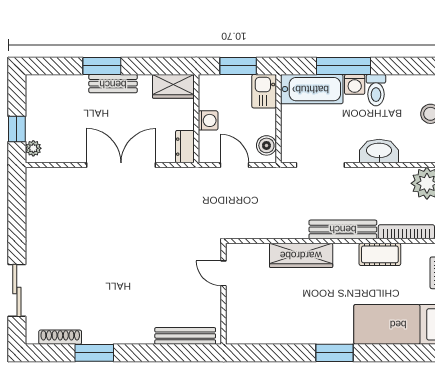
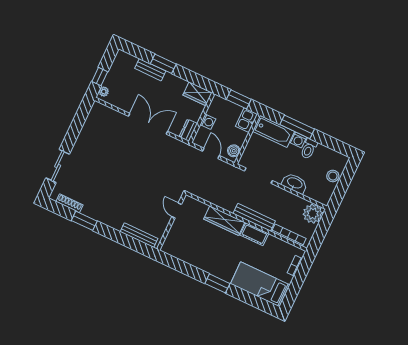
bench: (113, 84) -> (150, 70), moved
cot: (380, 254) -> (254, 234), moved

